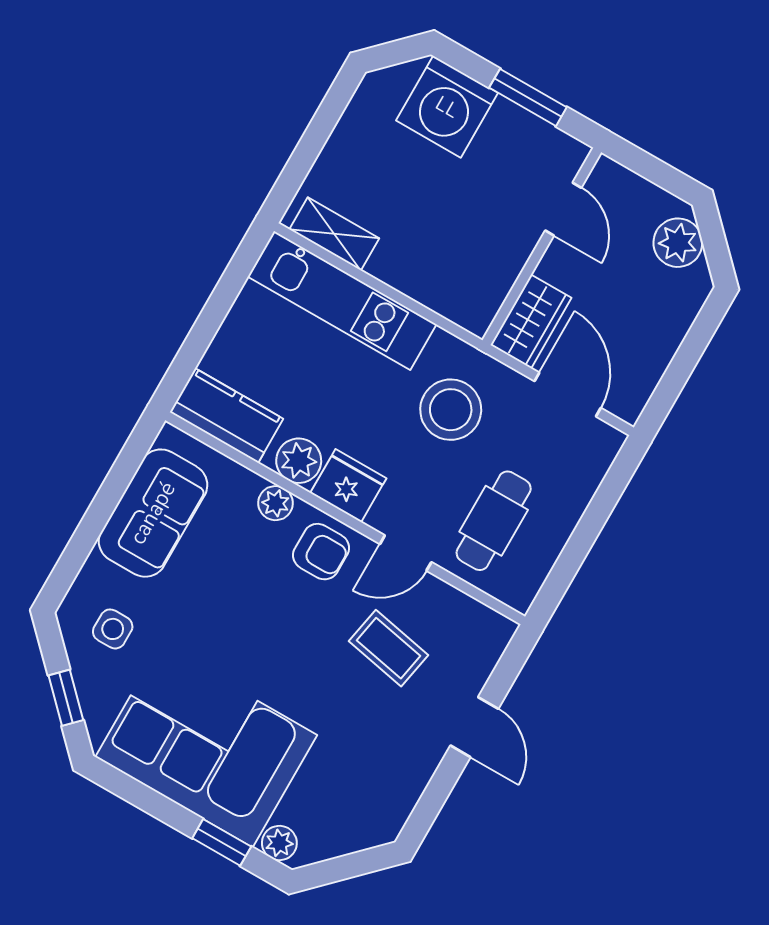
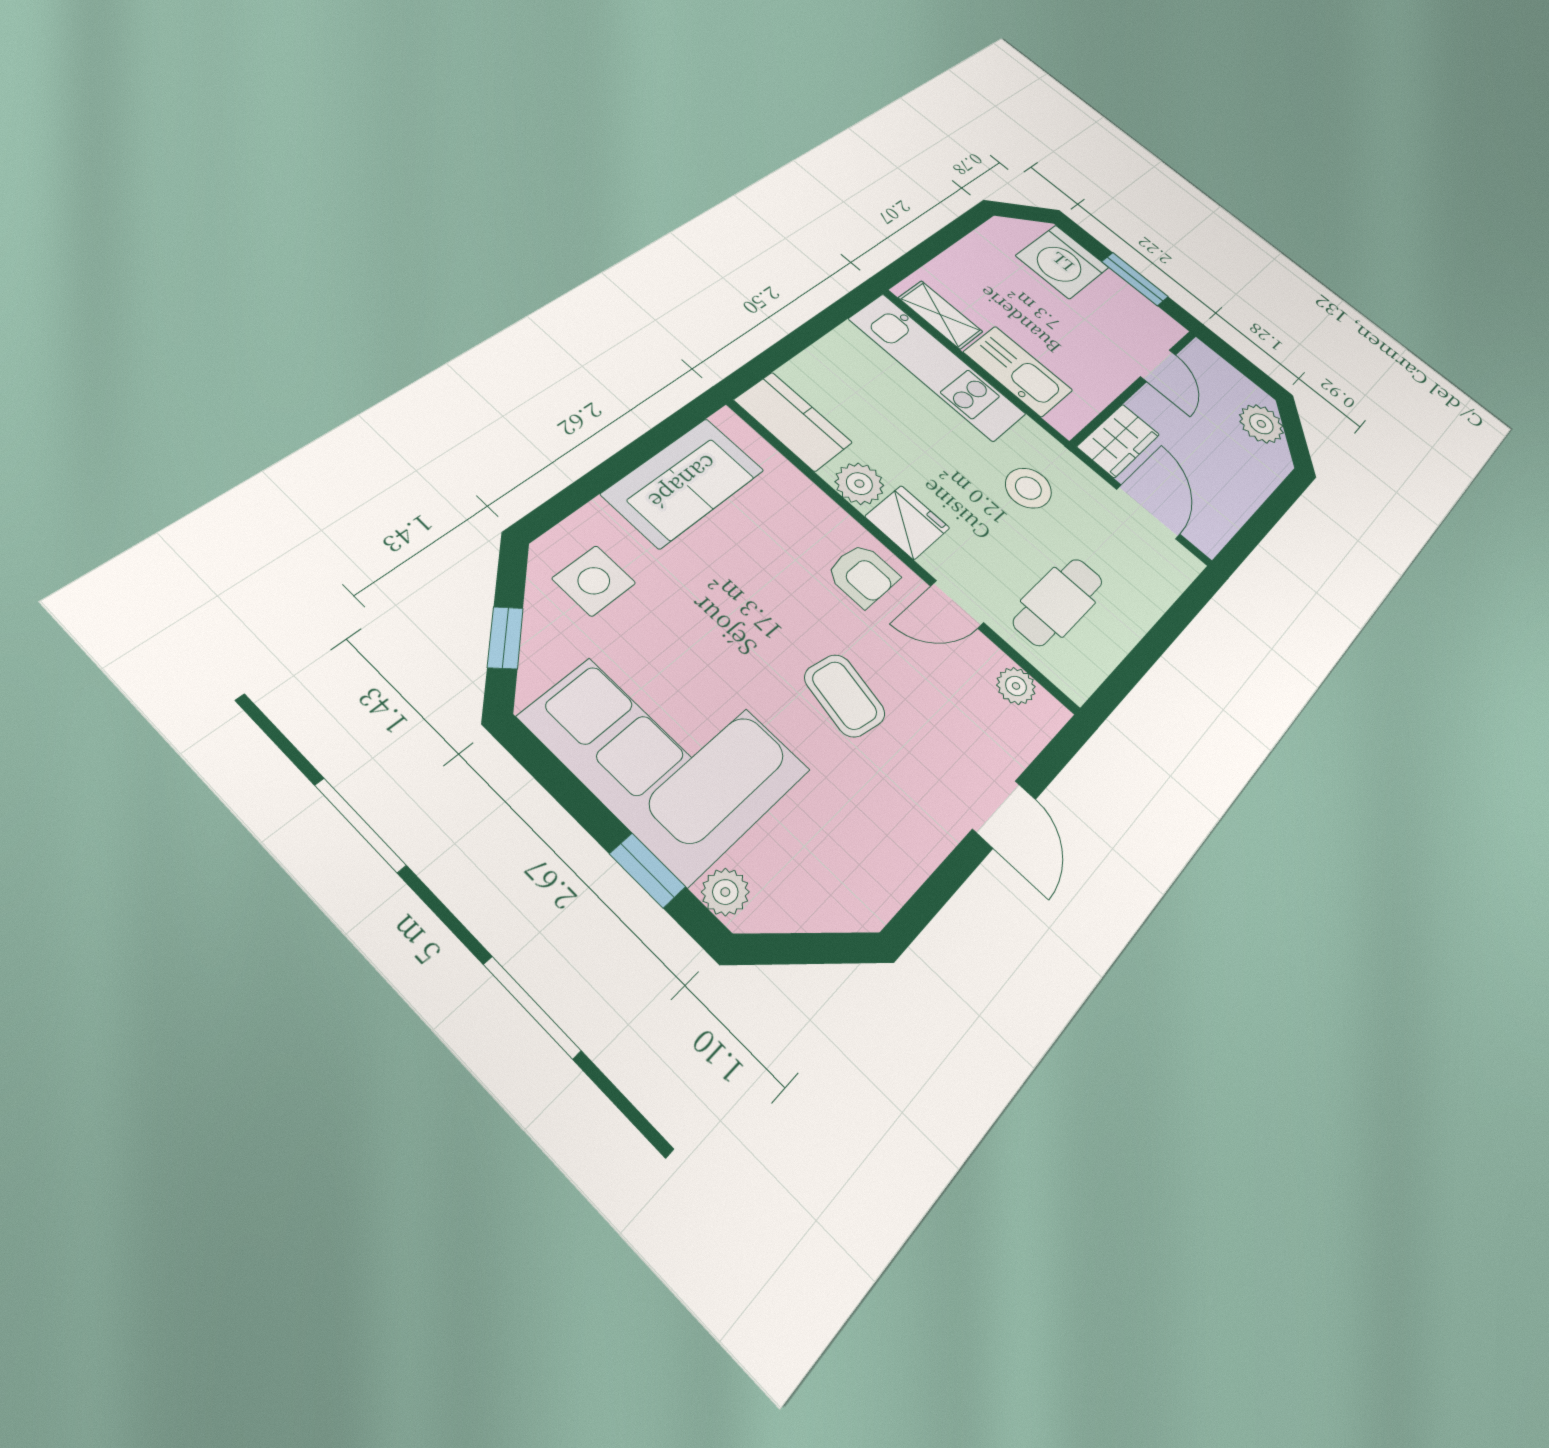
kitchen sink: (421, 274) -> (1018, 371), added
stool: (451, 410) -> (1028, 488), width x0.73, depth x0.73
plant: (276, 503) -> (1016, 686), moved
side table: (113, 629) -> (594, 581), width x1.37, depth x1.37
coffee table: (388, 648) -> (845, 695), moved

